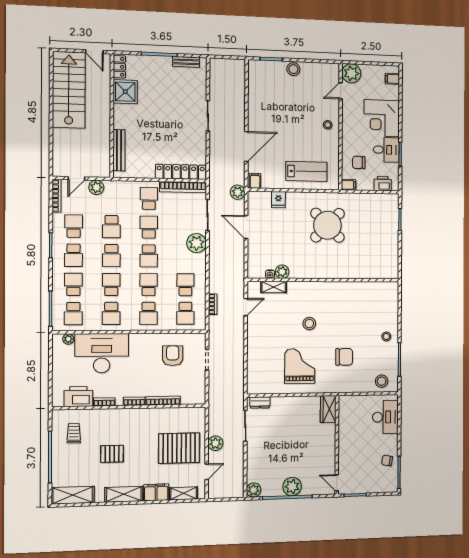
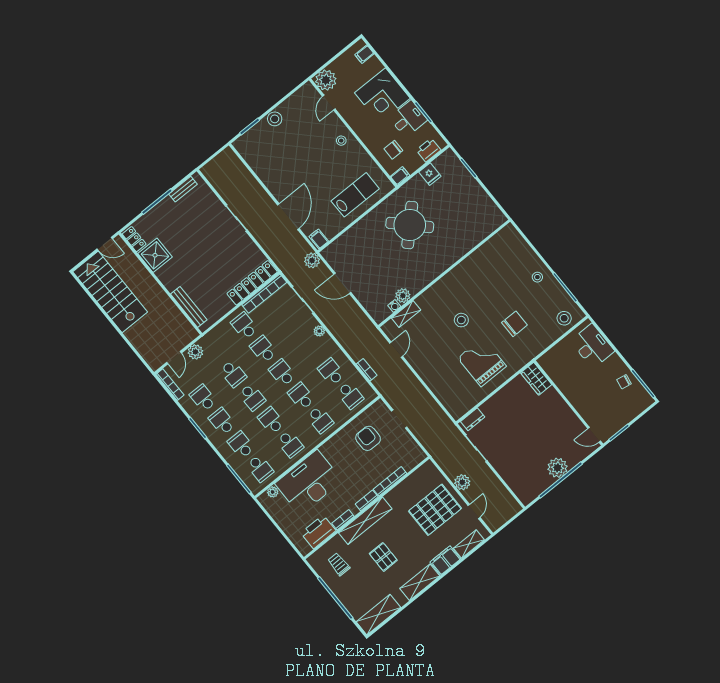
fridge: (278, 200) -> (430, 174), moved
plant: (196, 243) -> (319, 331), width x0.53, depth x0.53
school desk: (73, 255) -> (222, 421), turned 180
school desk: (149, 256) -> (282, 373), turned 180
shelving: (121, 416) -> (365, 521), added
pallet: (112, 454) -> (383, 557), turned 90
plant: (254, 490) -> (526, 496), removed

